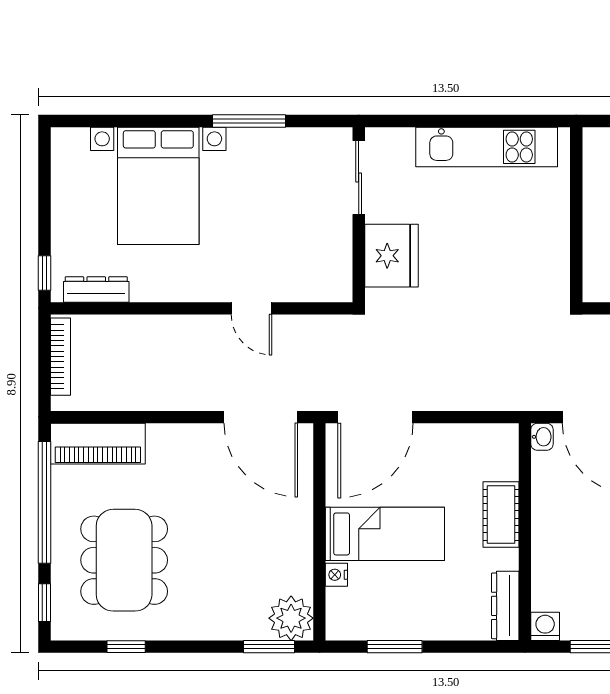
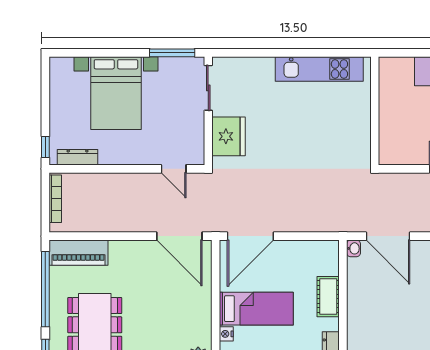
sliding door: (359, 177) -> (208, 88), moved
wall: (359, 215) -> (208, 111), moved
fridge: (391, 256) -> (229, 136), moved

